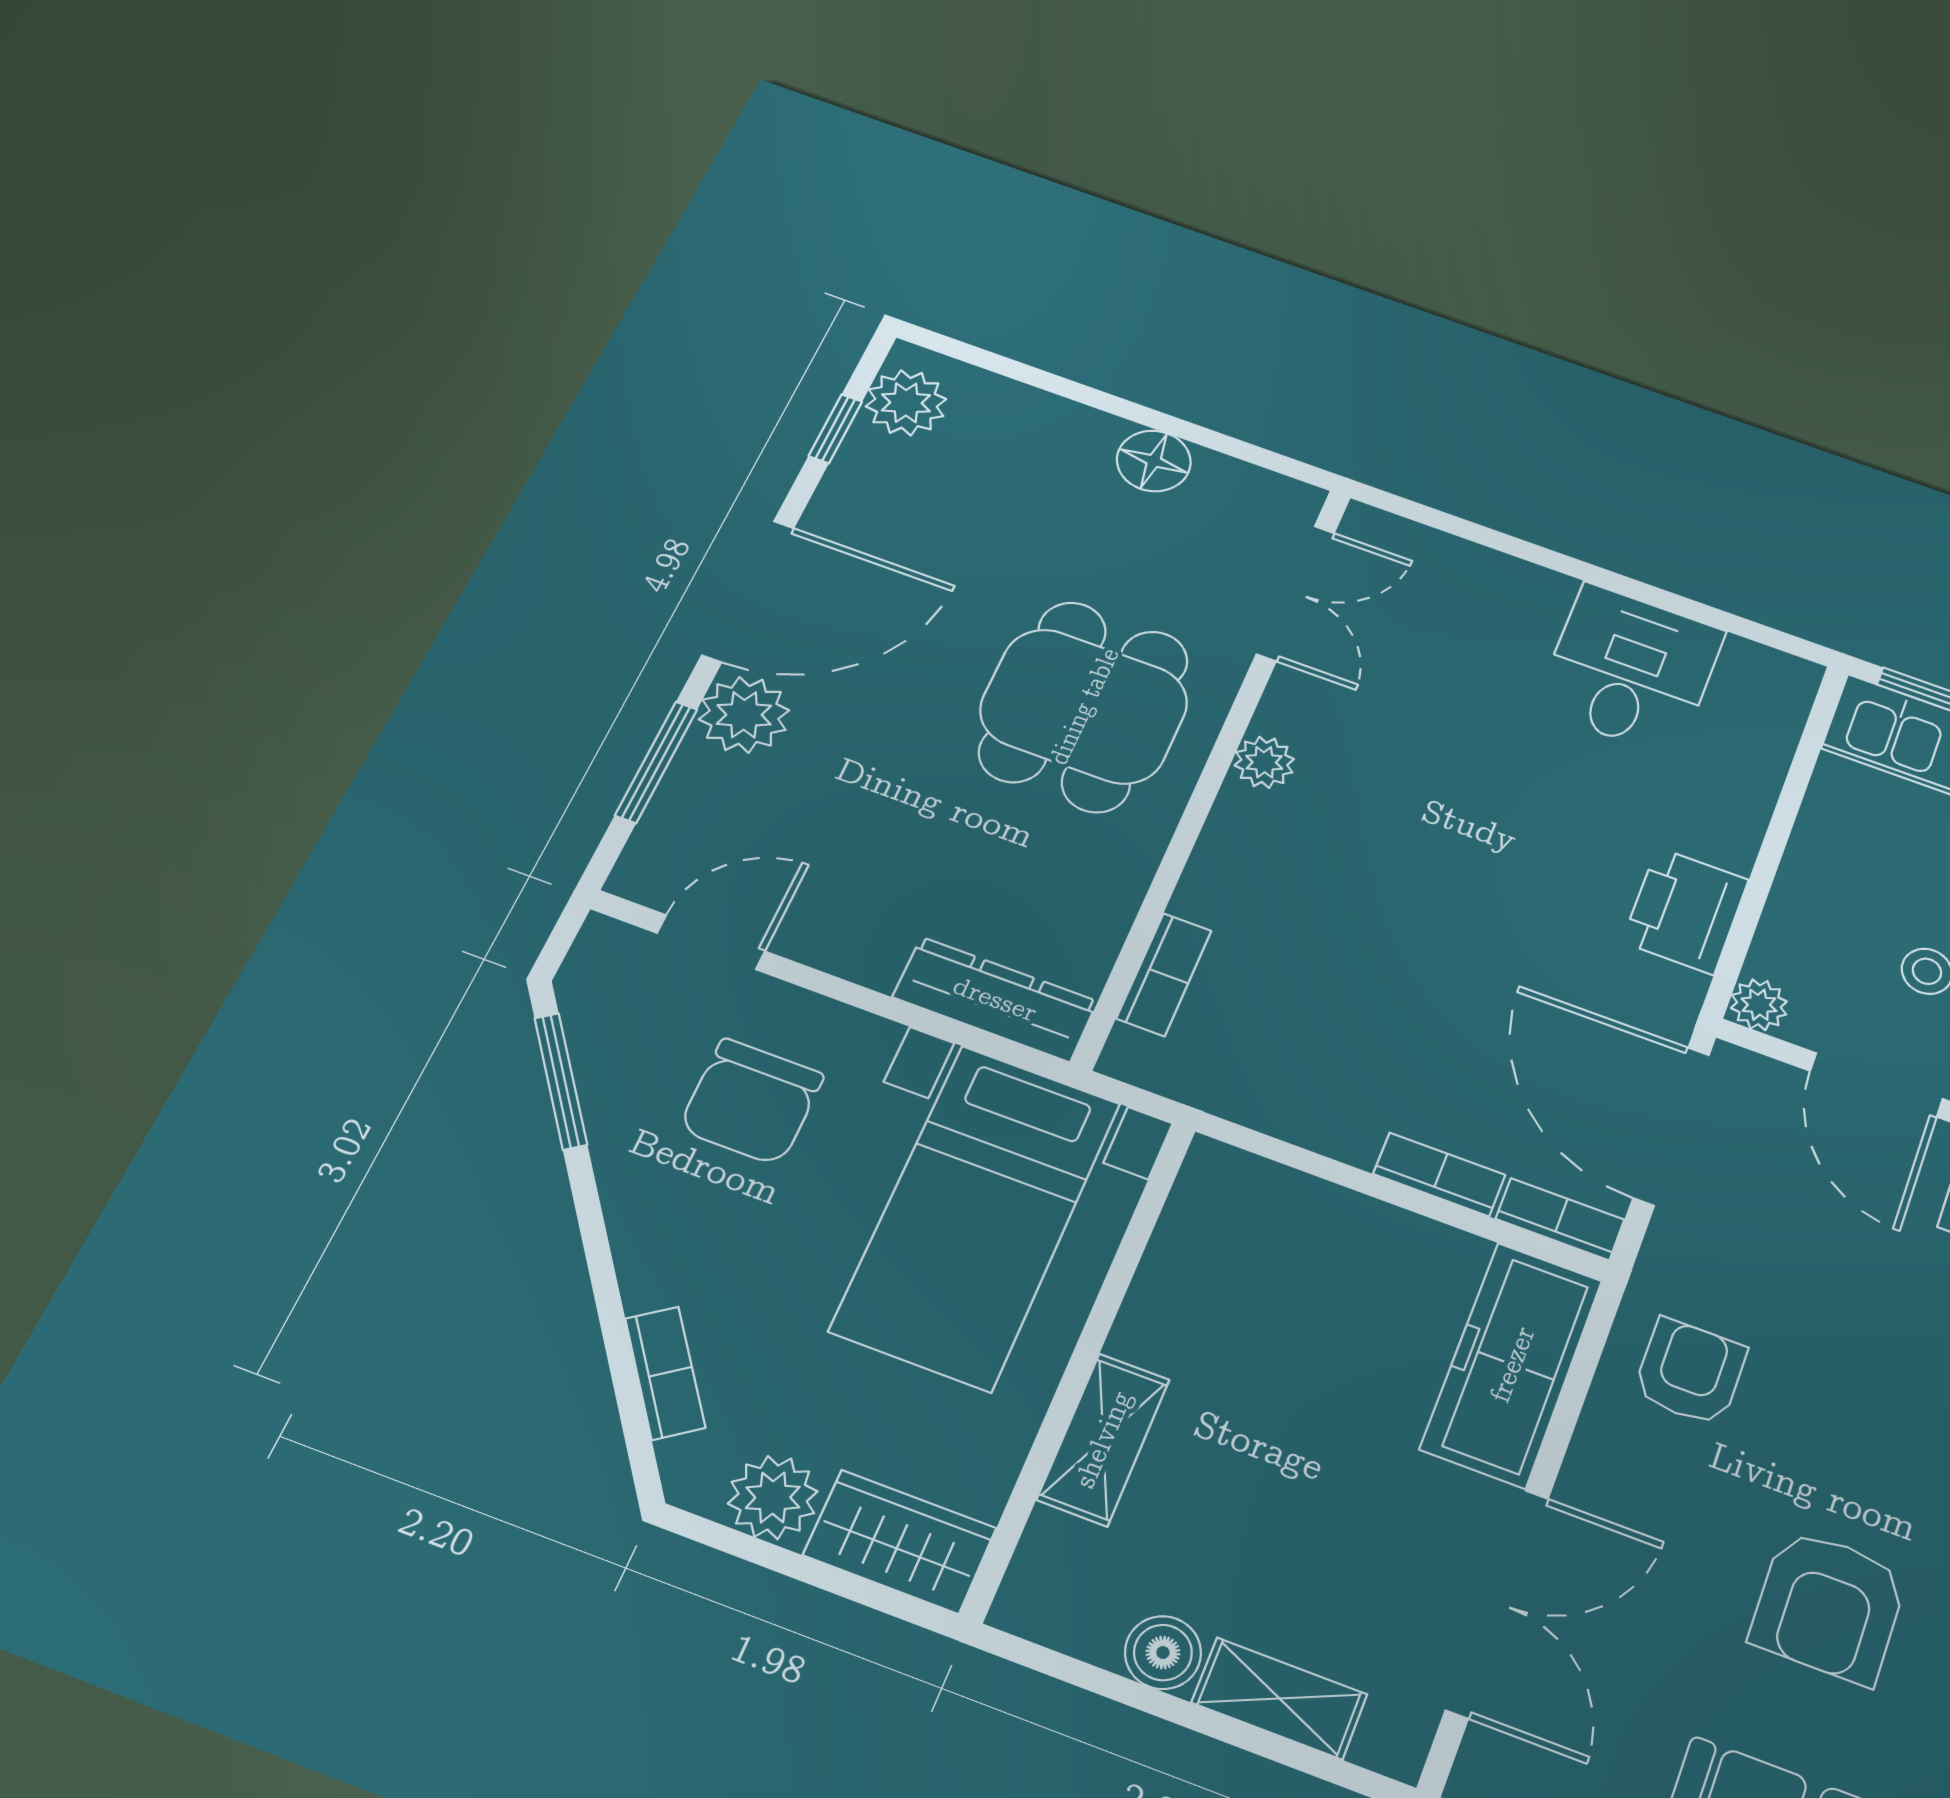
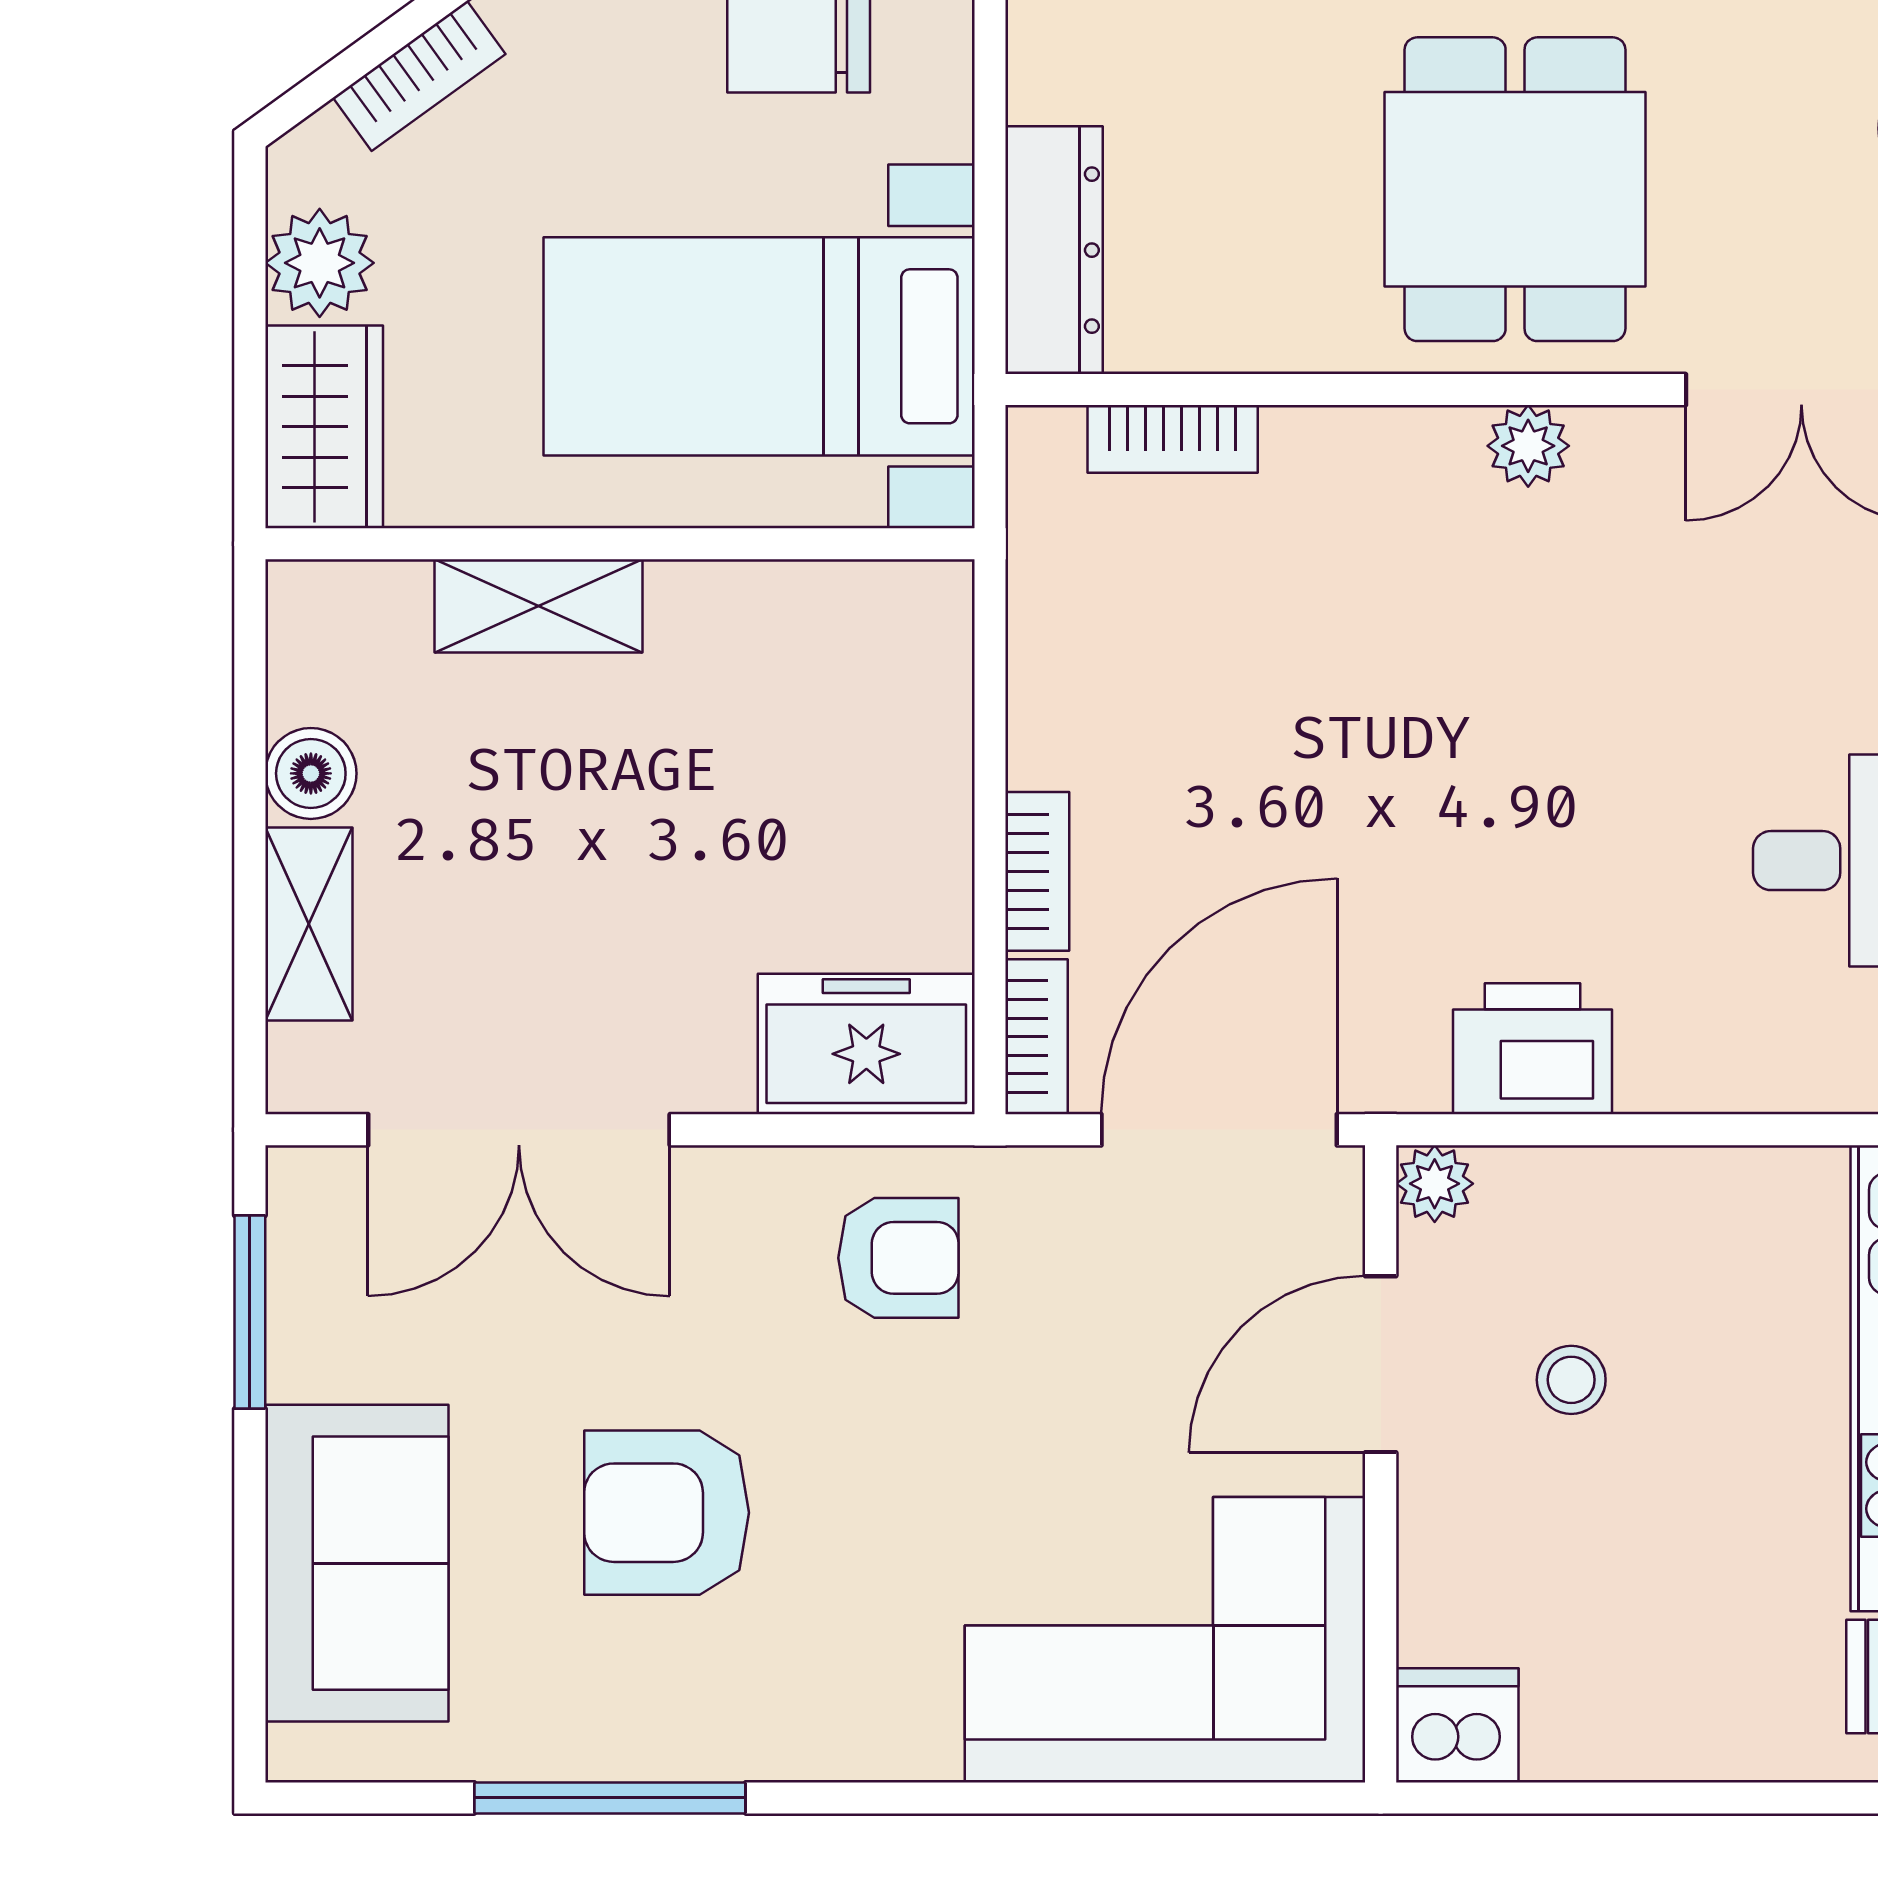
dining table: (1084, 706) -> (1515, 189), turned 90
freezer: (1512, 1364) -> (866, 1044), width x0.71

